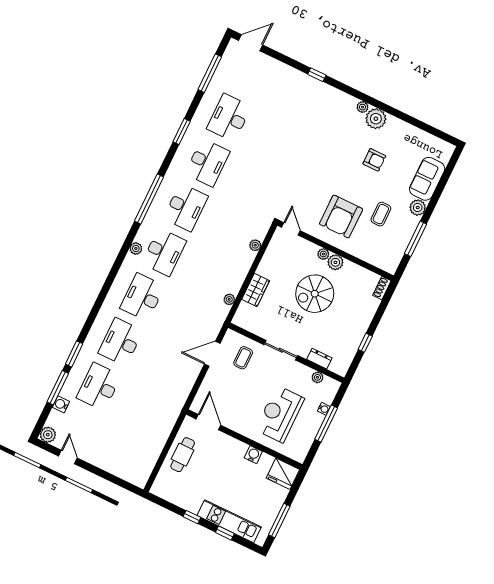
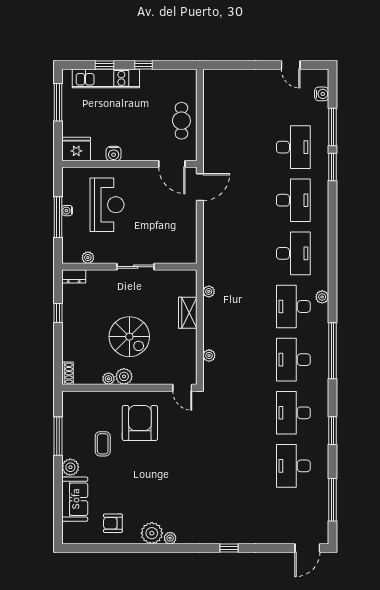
desk: (229, 118) -> (293, 466), turned 180
armchair: (374, 160) -> (113, 523), moved
plant: (323, 254) -> (109, 379), moved
spiral stairs: (315, 294) -> (129, 337), turned 90
door: (212, 354) -> (200, 187), moved
coffee table: (243, 358) -> (168, 242), removed
dresser: (319, 359) -> (74, 276), moved
water cooler: (61, 404) -> (322, 94), moved
water cooler: (324, 409) -> (67, 211), moved
plant: (48, 435) -> (320, 77), removed

